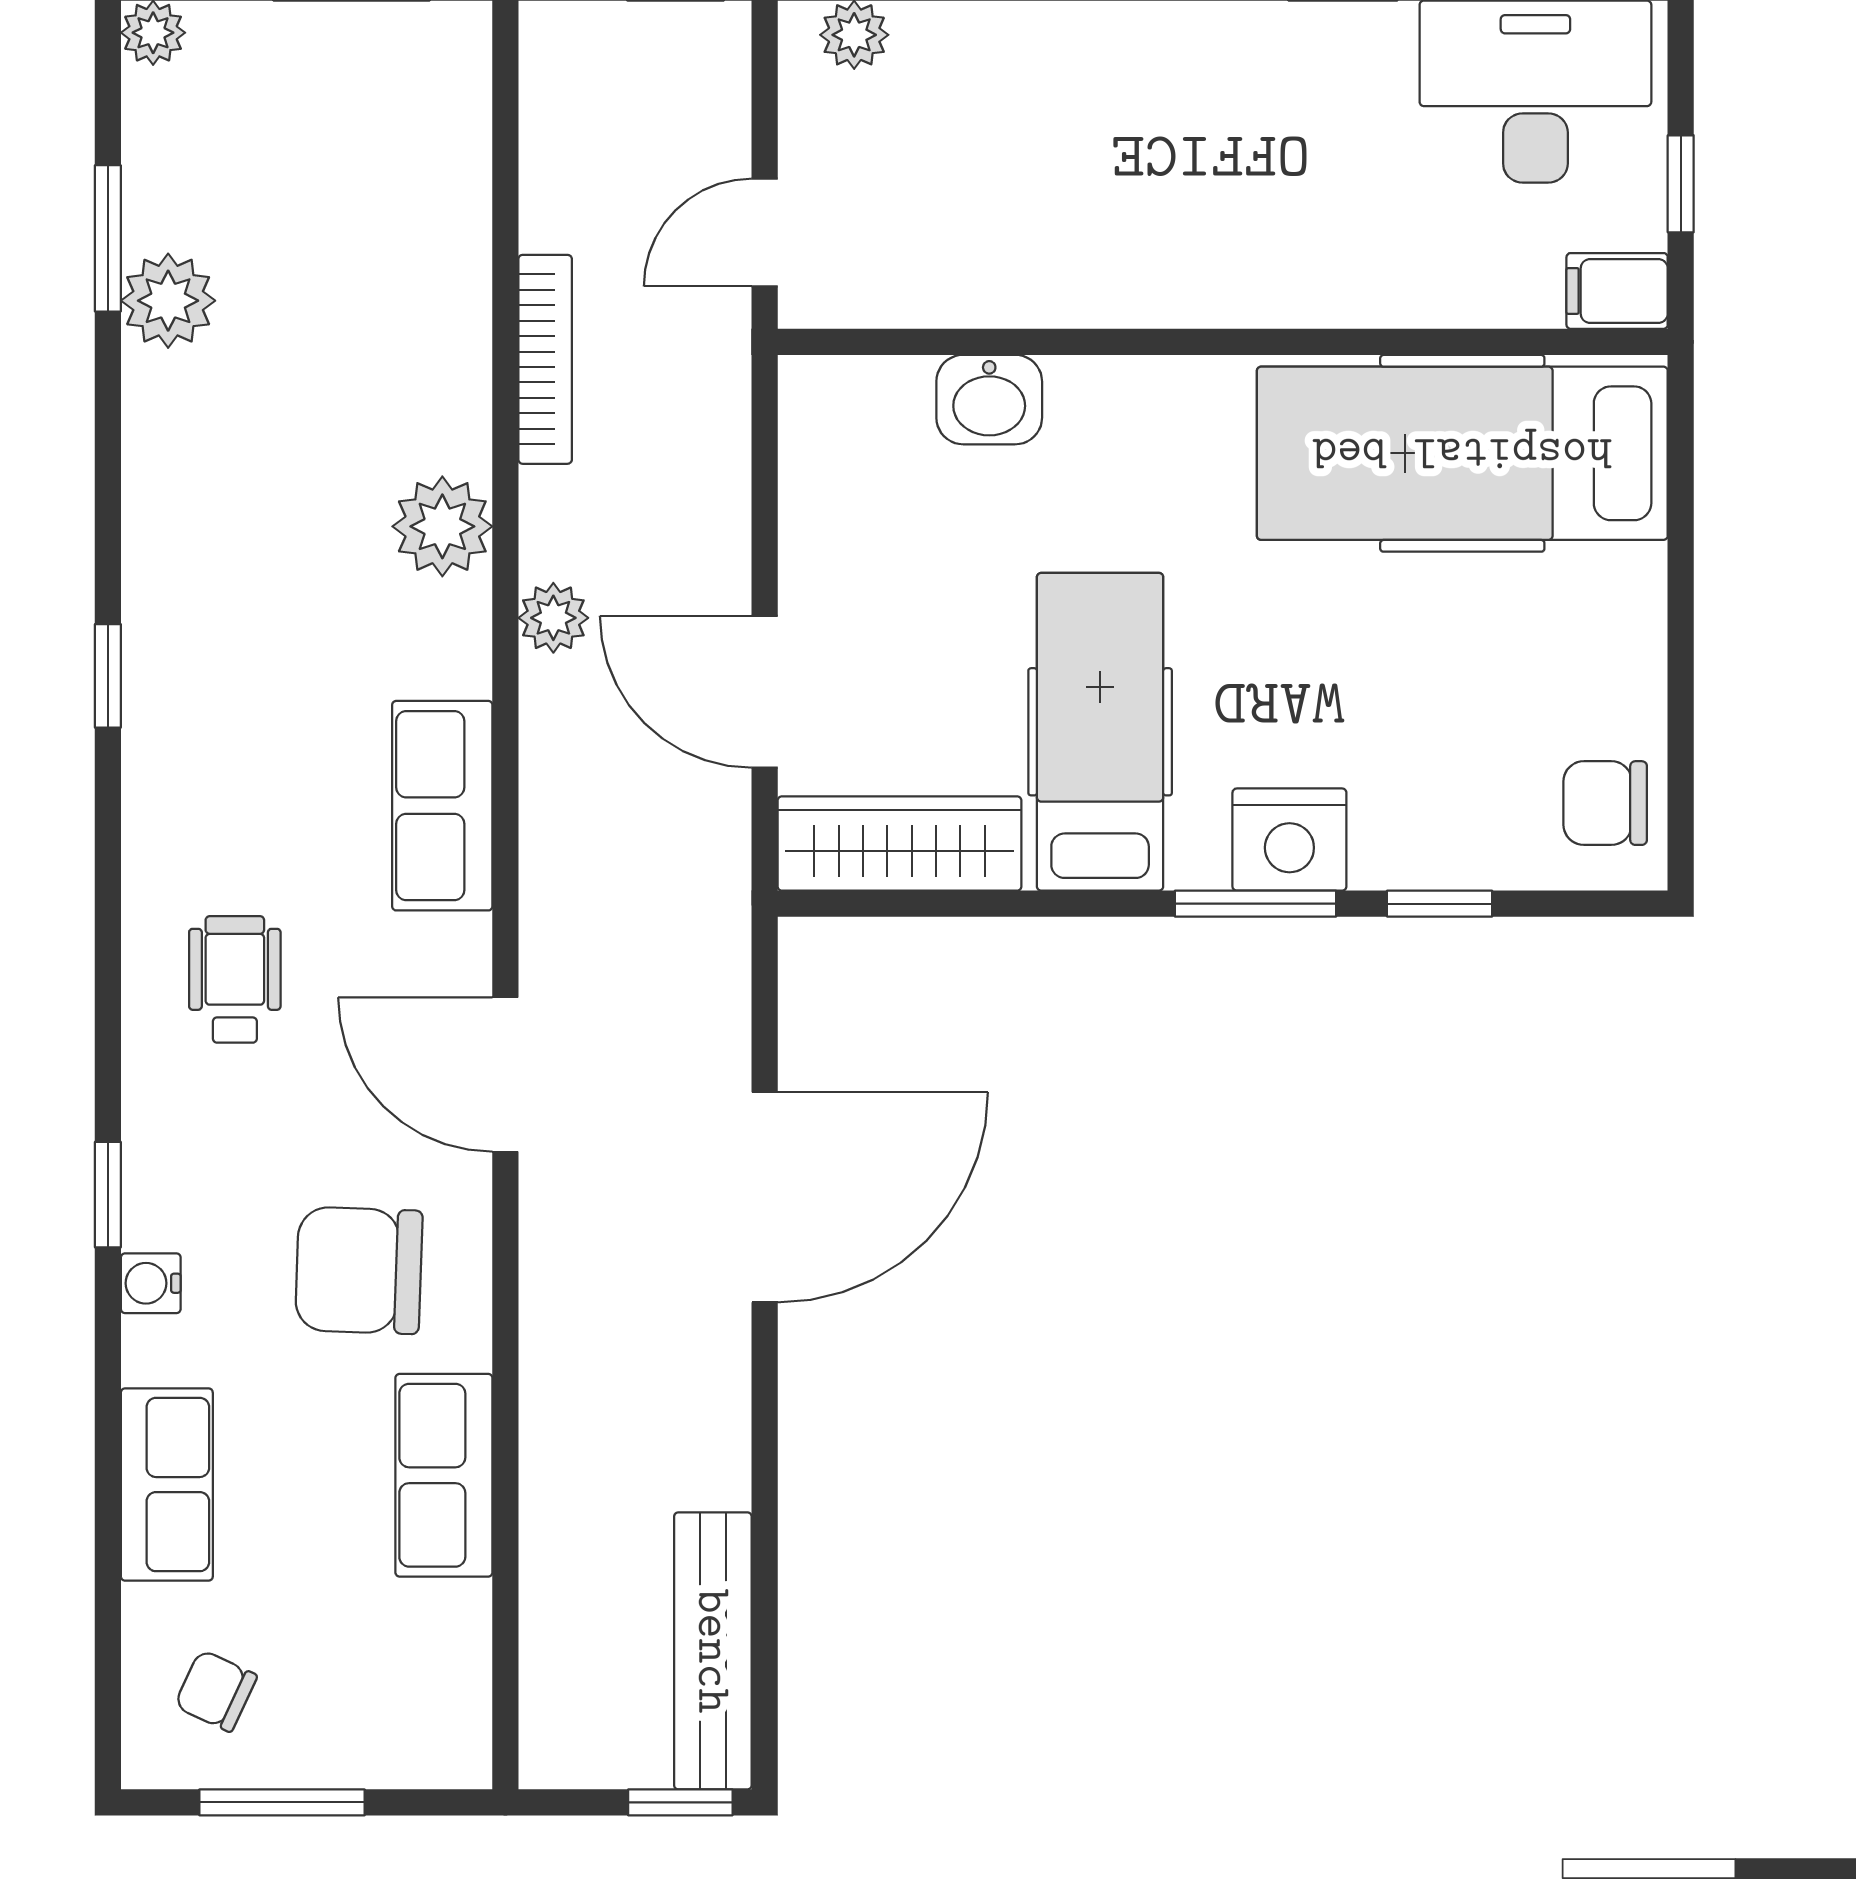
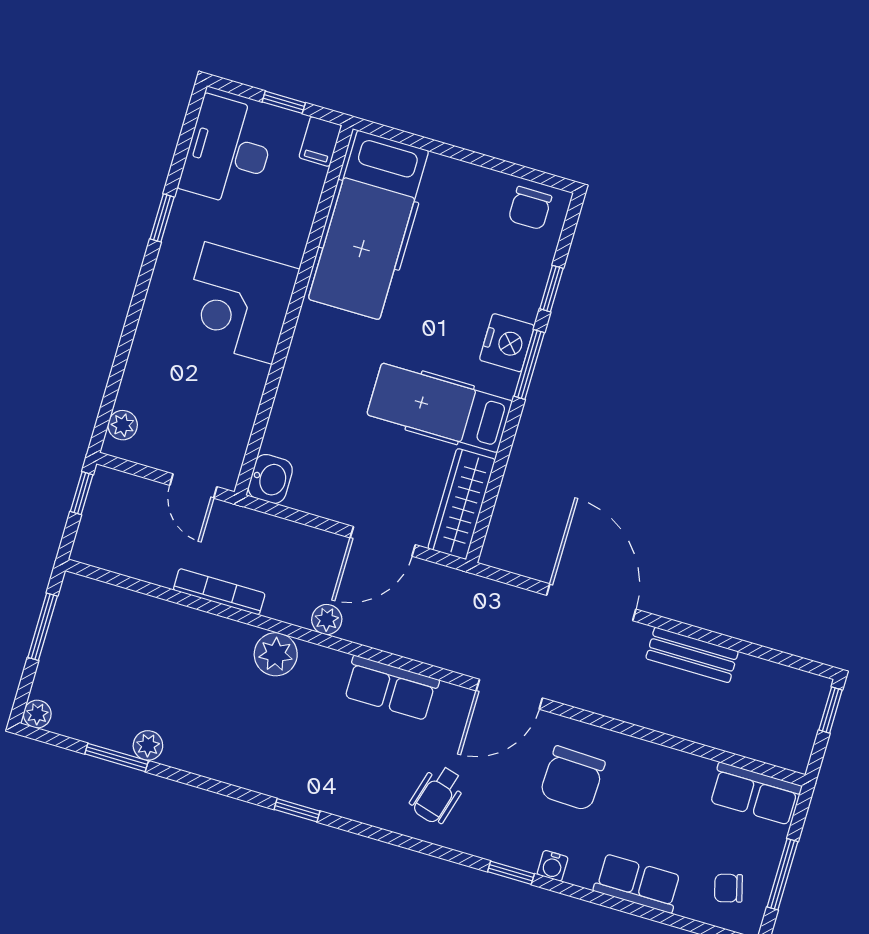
corner desk: (1203, 214) -> (238, 303), added
plant: (168, 301) -> (148, 745), width x0.73, depth x0.73
washbasin: (989, 400) -> (270, 479), moved
wheelchair: (235, 979) -> (437, 794), turned -74
row of seats: (444, 1475) -> (755, 794), moved
bench: (713, 1651) -> (692, 655), moved, width x0.73
chair: (216, 1691) -> (729, 888), turned 50

